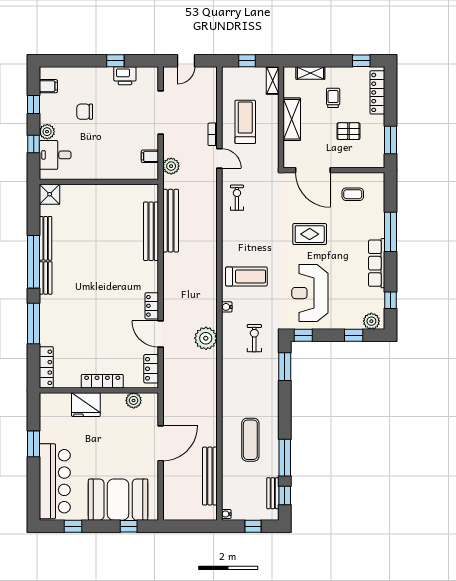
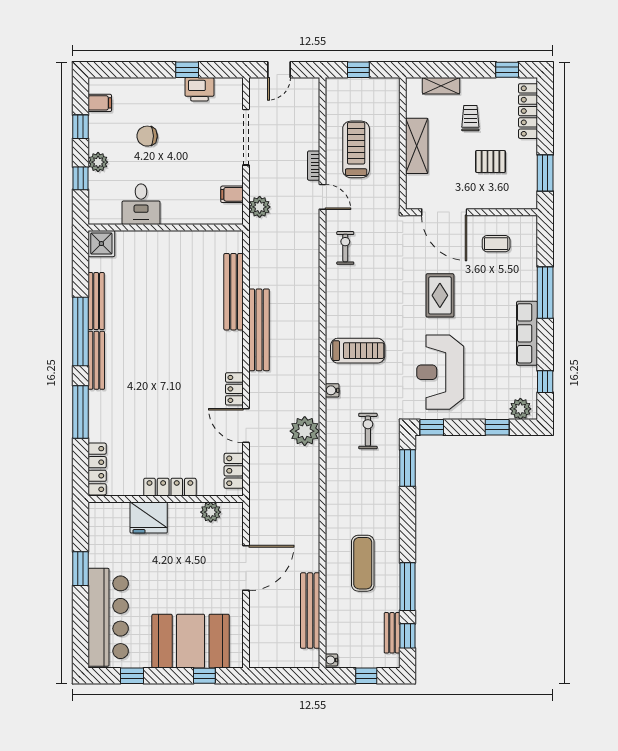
shelving: (273, 81) -> (392, 96), removed
desk: (55, 155) -> (141, 204), moved, turned -90
bench: (171, 221) -> (259, 330), moved
rug: (310, 234) -> (440, 295), turned 90
bench: (46, 278) -> (96, 360), width x1.36

